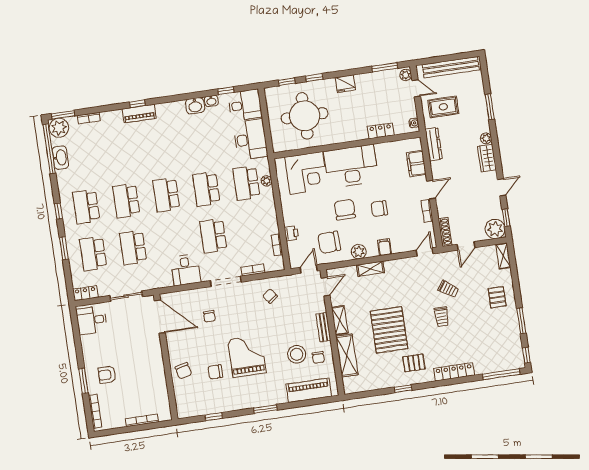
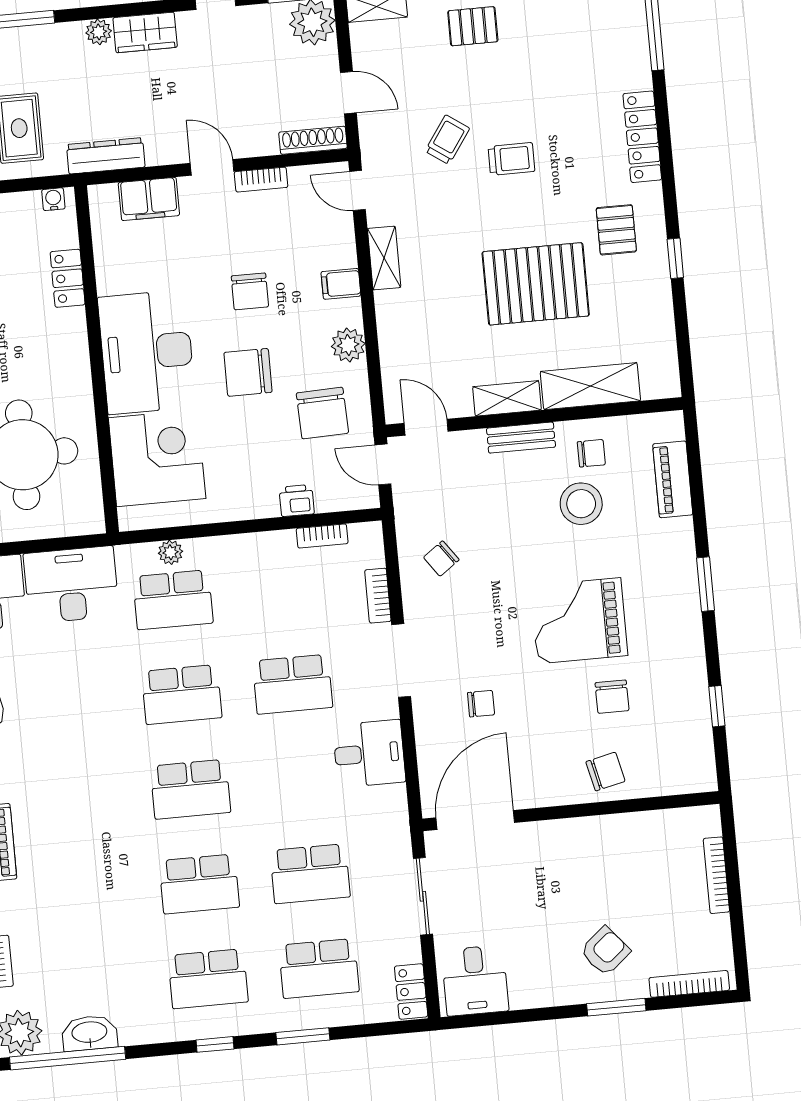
shelving: (370, 269) -> (384, 258), moved
armchair: (107, 375) -> (605, 951), turned -130
piano: (309, 390) -> (673, 479), width x0.73, depth x0.75

